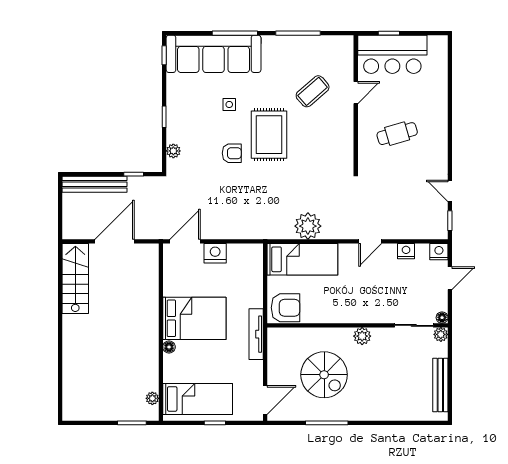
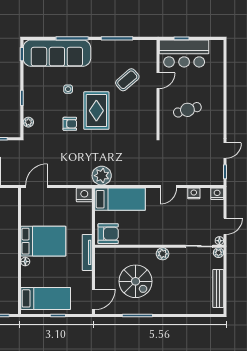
door: (450, 191) -> (225, 151), swing flipped
plant: (308, 226) -> (102, 176), moved
nightstand: (215, 253) -> (84, 195), moved
door: (450, 278) -> (225, 226), moved
plant: (152, 398) -> (13, 298), removed

